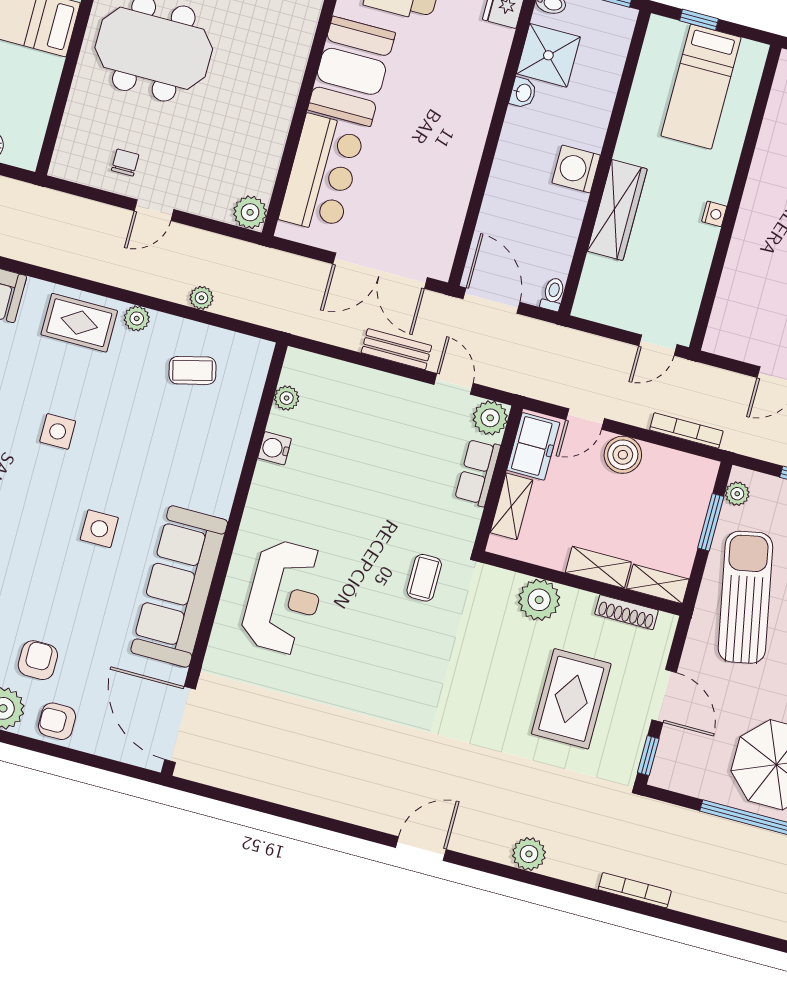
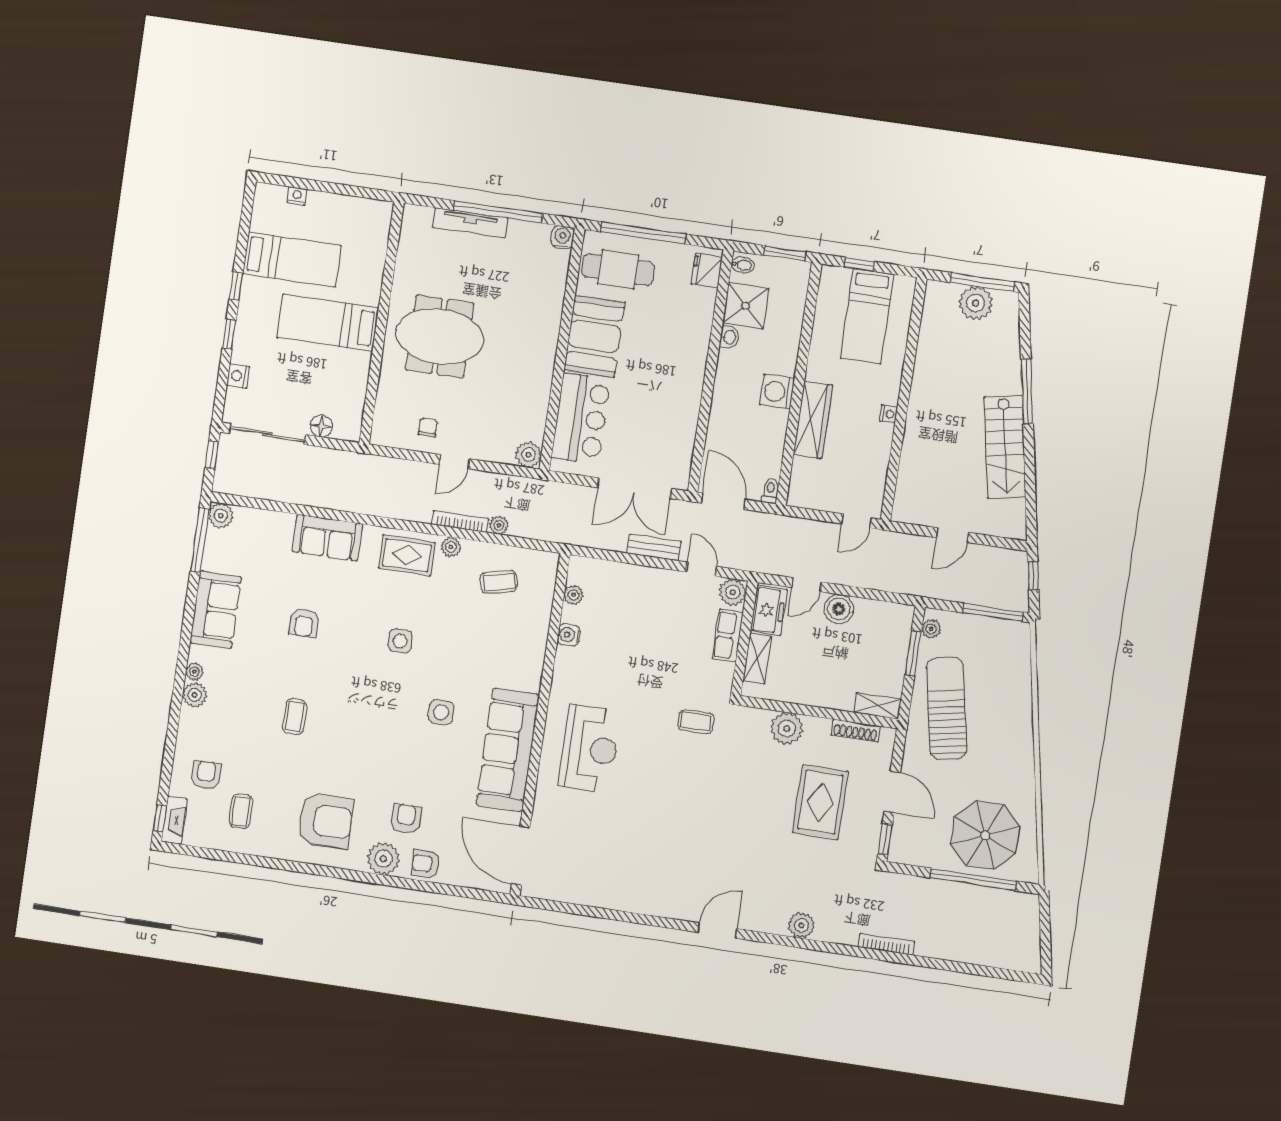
bookcase: (686, 431) -> (460, 522), moved
shelving: (598, 567) -> (830, 698), removed
coffee table: (424, 578) -> (696, 722), turned 90

